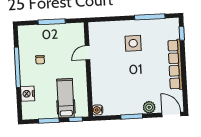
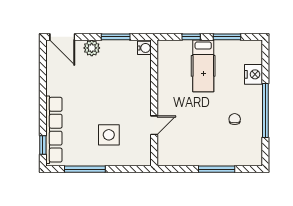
door: (87, 53) -> (154, 125), moved
row of seats: (175, 64) -> (54, 130), moved
wall: (88, 69) -> (154, 103), moved
water cooler: (98, 110) -> (144, 48), moved

